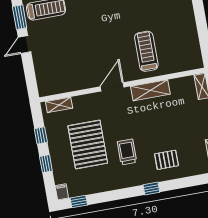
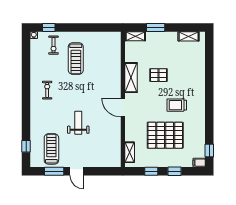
weight bench: (84, 36) -> (78, 123), added
treadmill: (146, 51) -> (76, 58), moved, turned -90
pallet: (166, 160) -> (158, 75), moved, turned 90
window: (151, 188) -> (209, 91), removed

